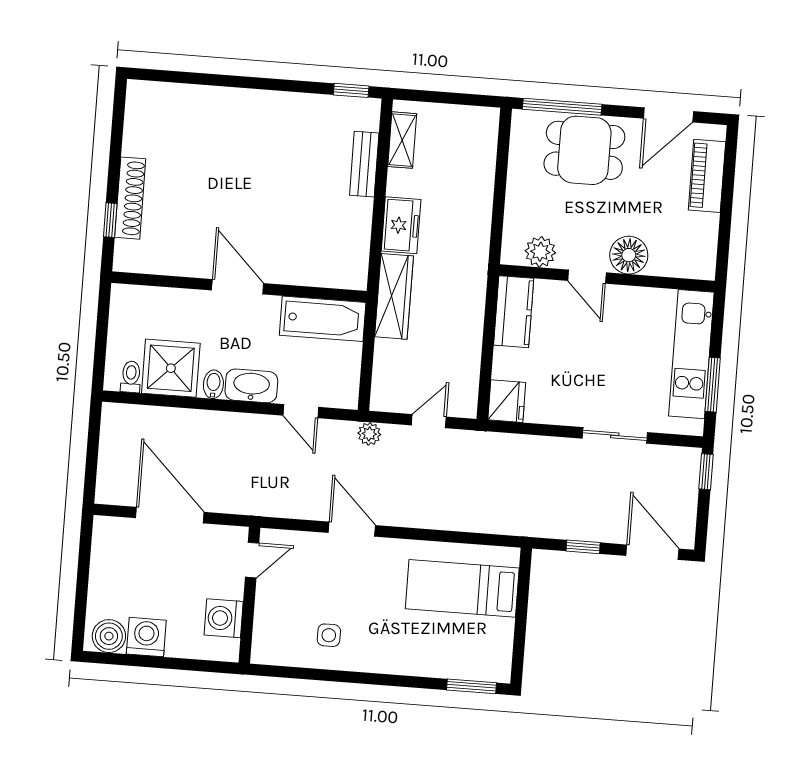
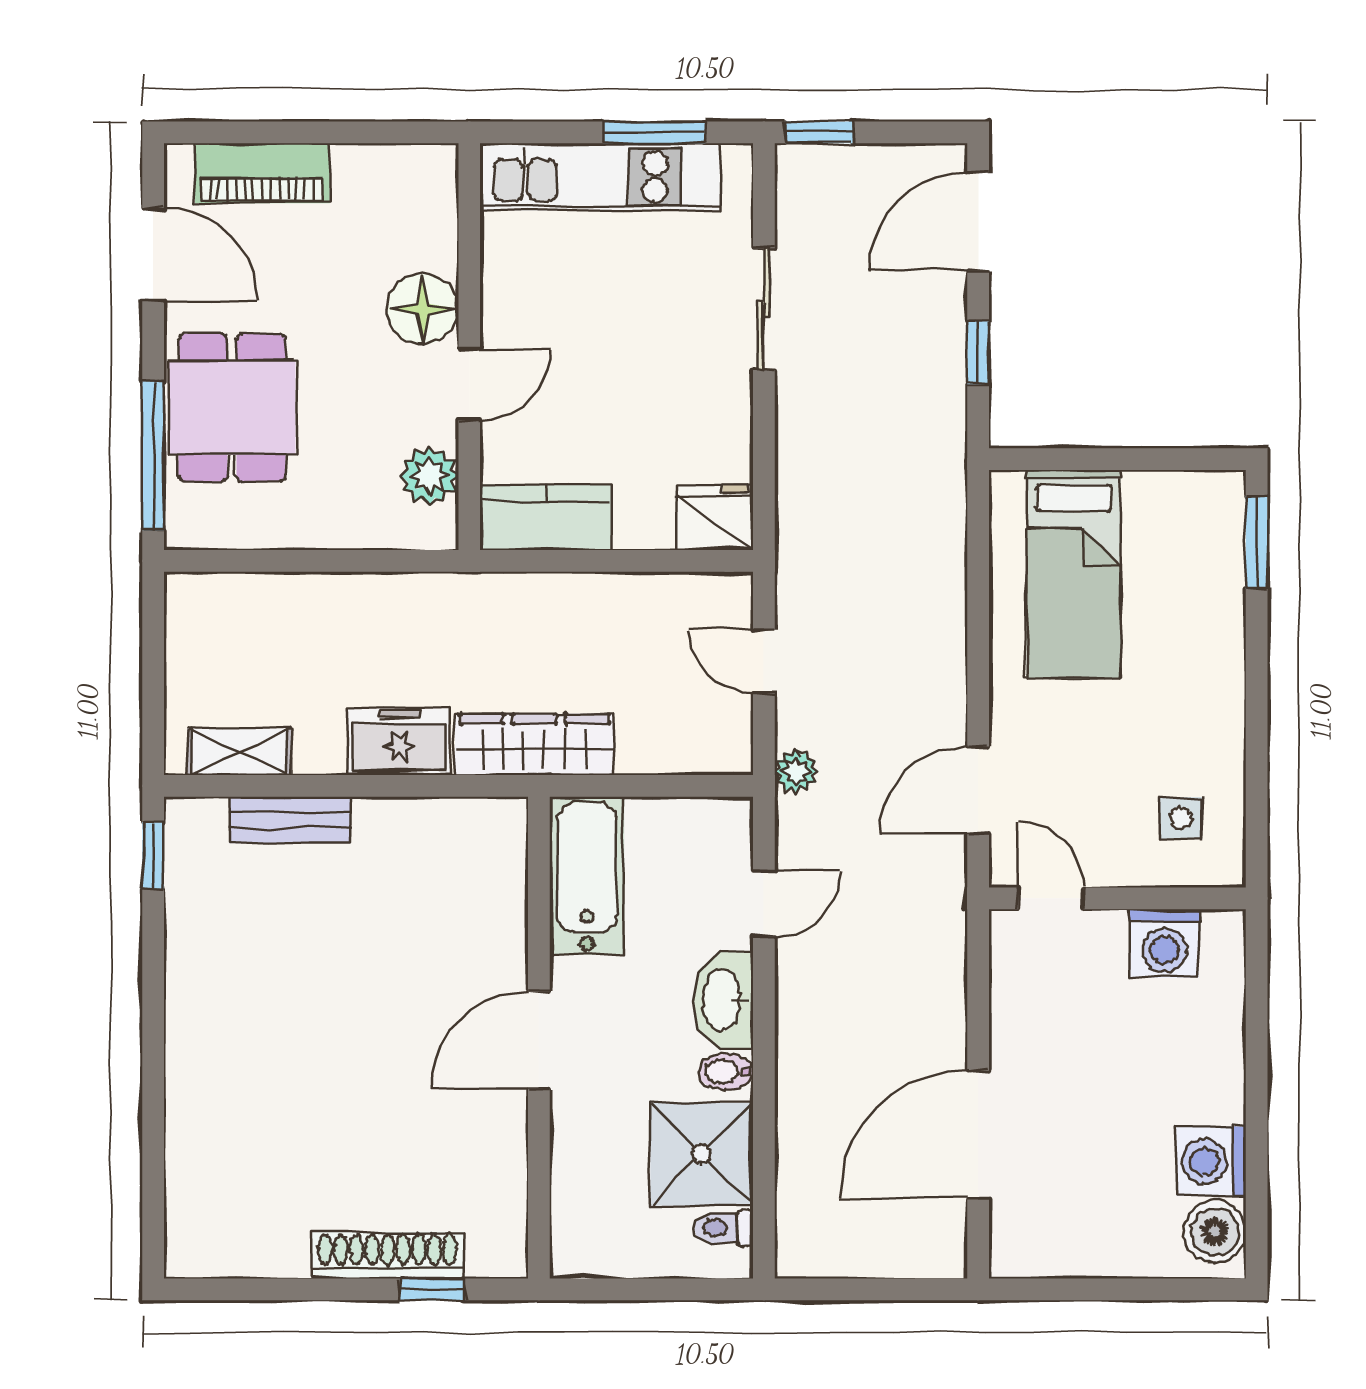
door: (252, 560) -> (1051, 898), moved
wall: (249, 595) -> (1117, 898), moved
washing machine: (224, 618) -> (1165, 944), moved

